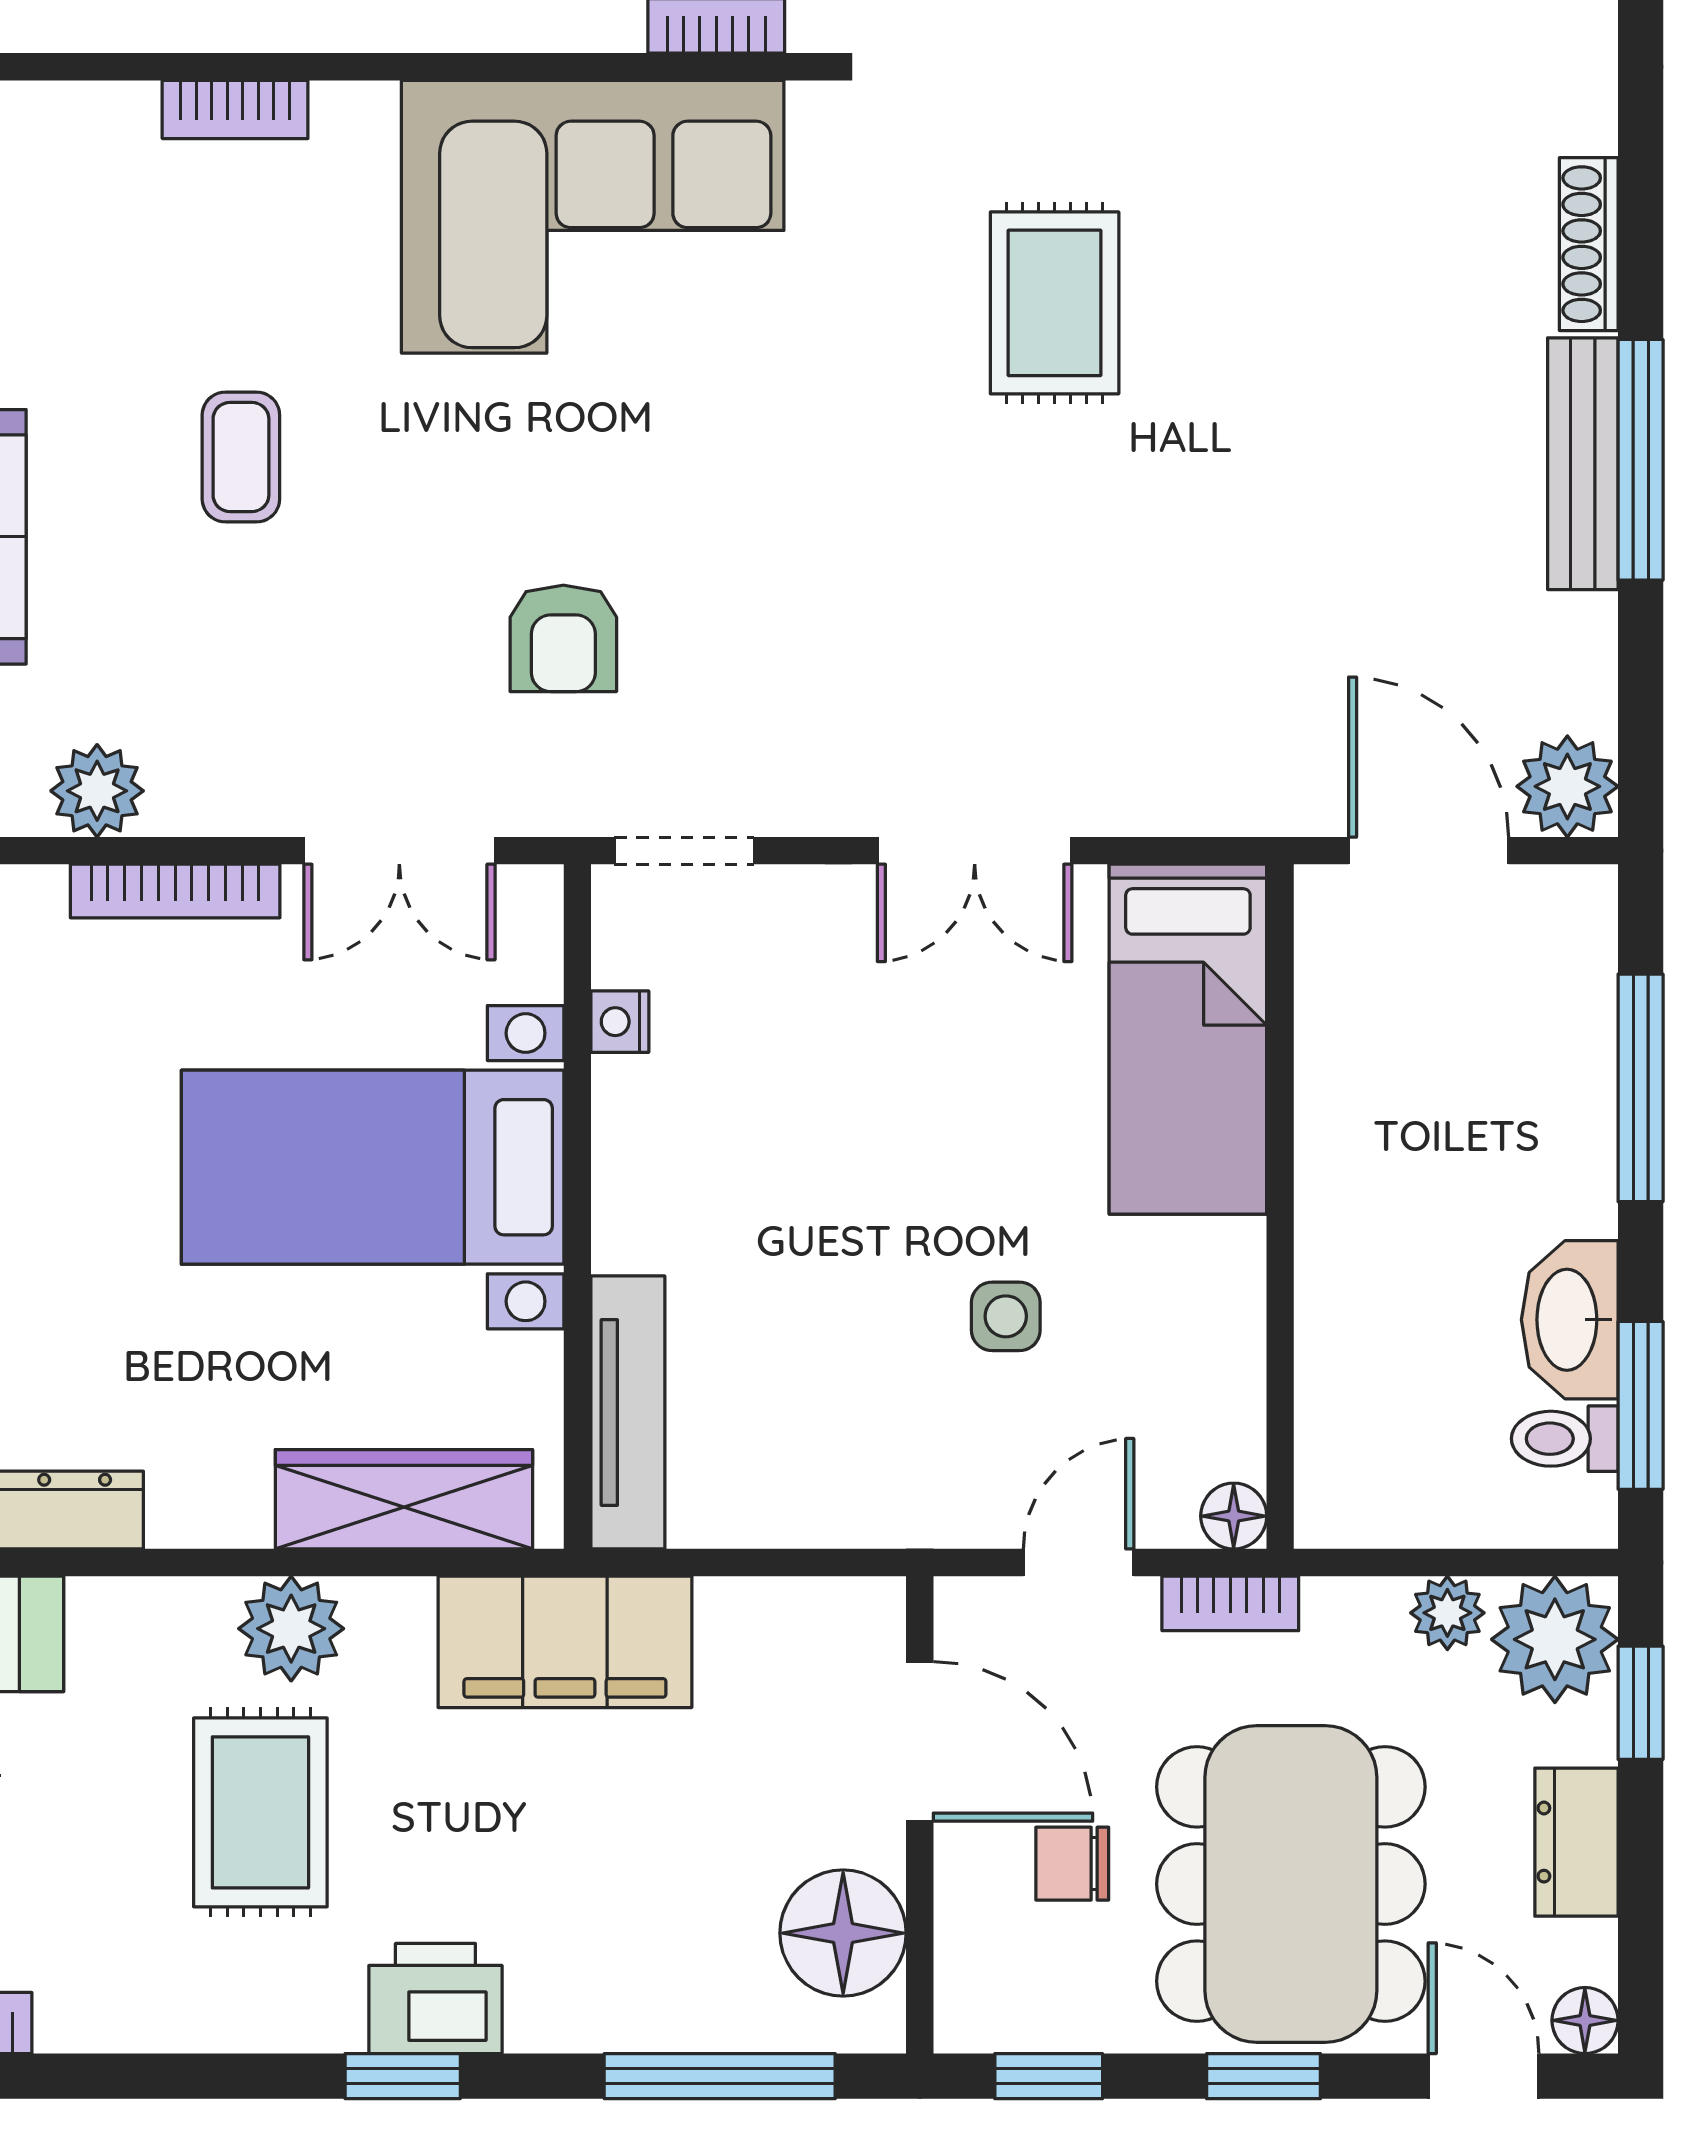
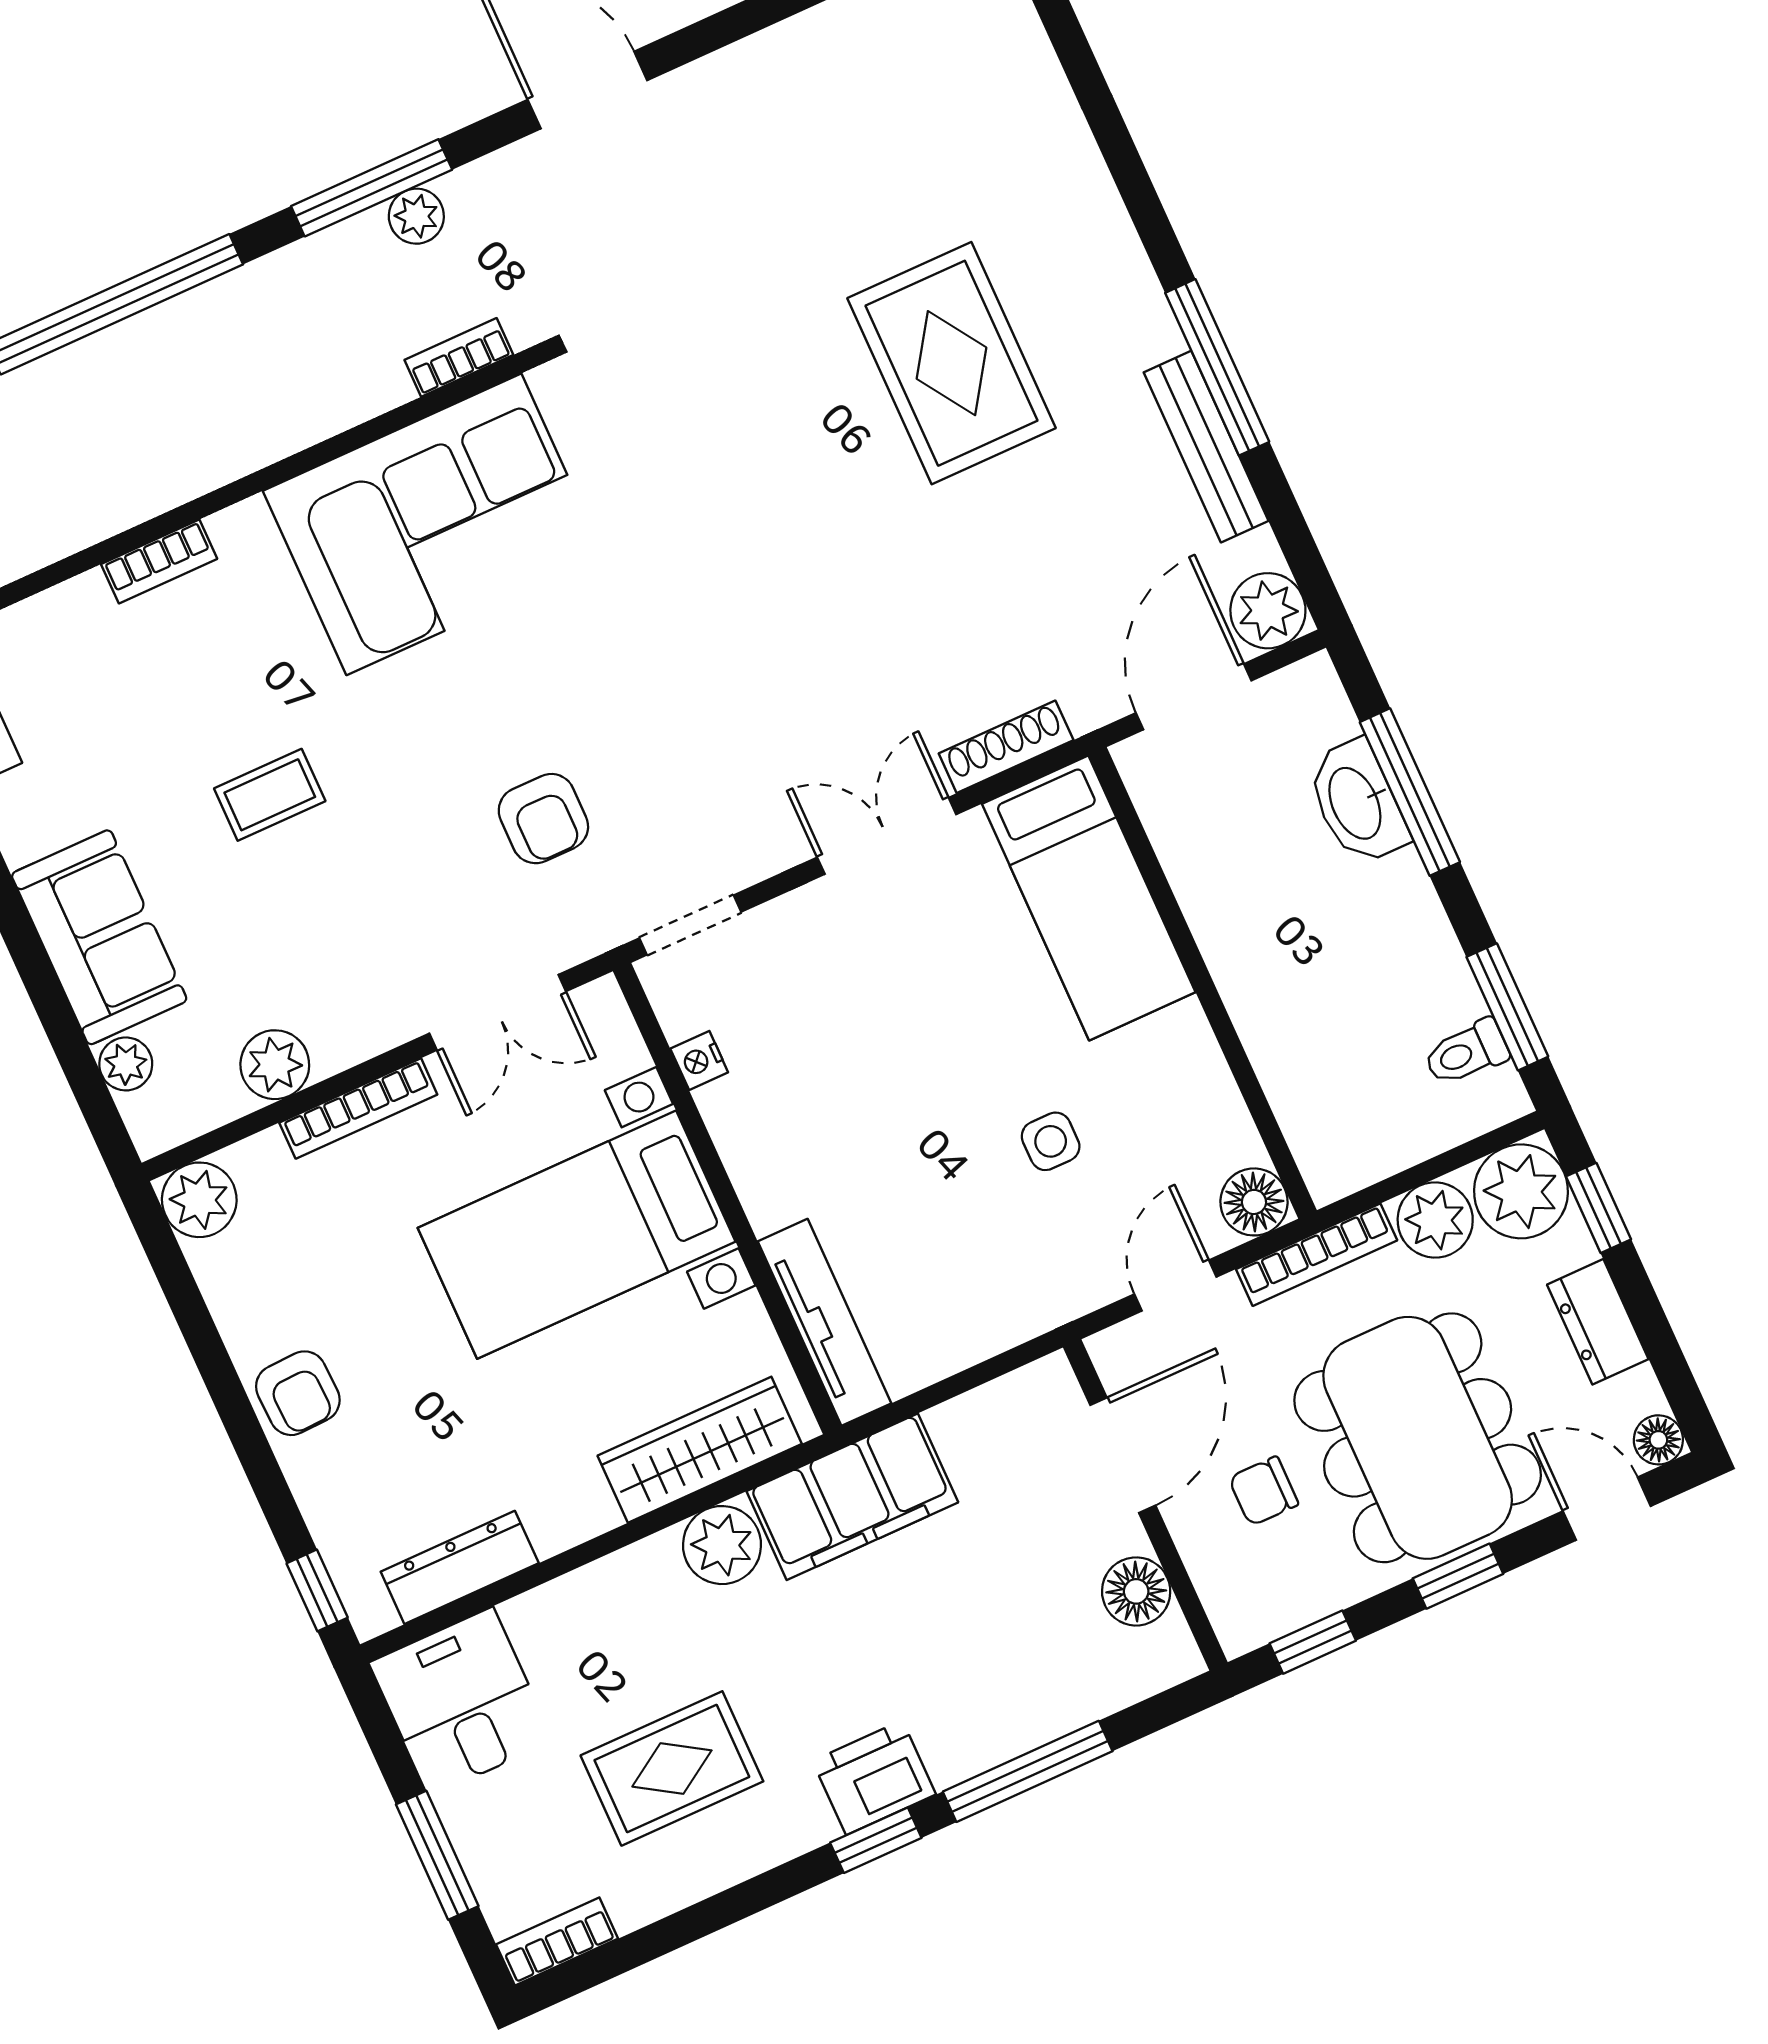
shoe rack: (1589, 244) -> (1006, 747), moved, turned 90
rug: (1055, 303) -> (951, 363), moved, width x1.36, depth x1.43
coffee table: (241, 457) -> (270, 795), turned 90
bench: (1583, 464) -> (1206, 447), moved
double door: (975, 851) -> (887, 836), swing flipped
door: (1429, 851) -> (1194, 697), hinge flipped
washbasin: (1570, 1320) -> (1357, 802), moved
floor lamp: (1234, 1516) -> (1254, 1202), width x1.37, depth x1.37
bookcase: (1230, 1603) -> (1317, 1255), width x1.56
plant: (1447, 1613) -> (1435, 1220), width x1.38, depth x1.38
plant: (291, 1629) -> (722, 1545), moved
door: (920, 1741) -> (1123, 1455), hinge flipped
rug: (260, 1812) -> (672, 1768), moved, turned 90
floor lamp: (843, 1933) -> (1136, 1591), width x0.73, depth x0.73
window: (720, 2076) -> (1028, 1771), moved

